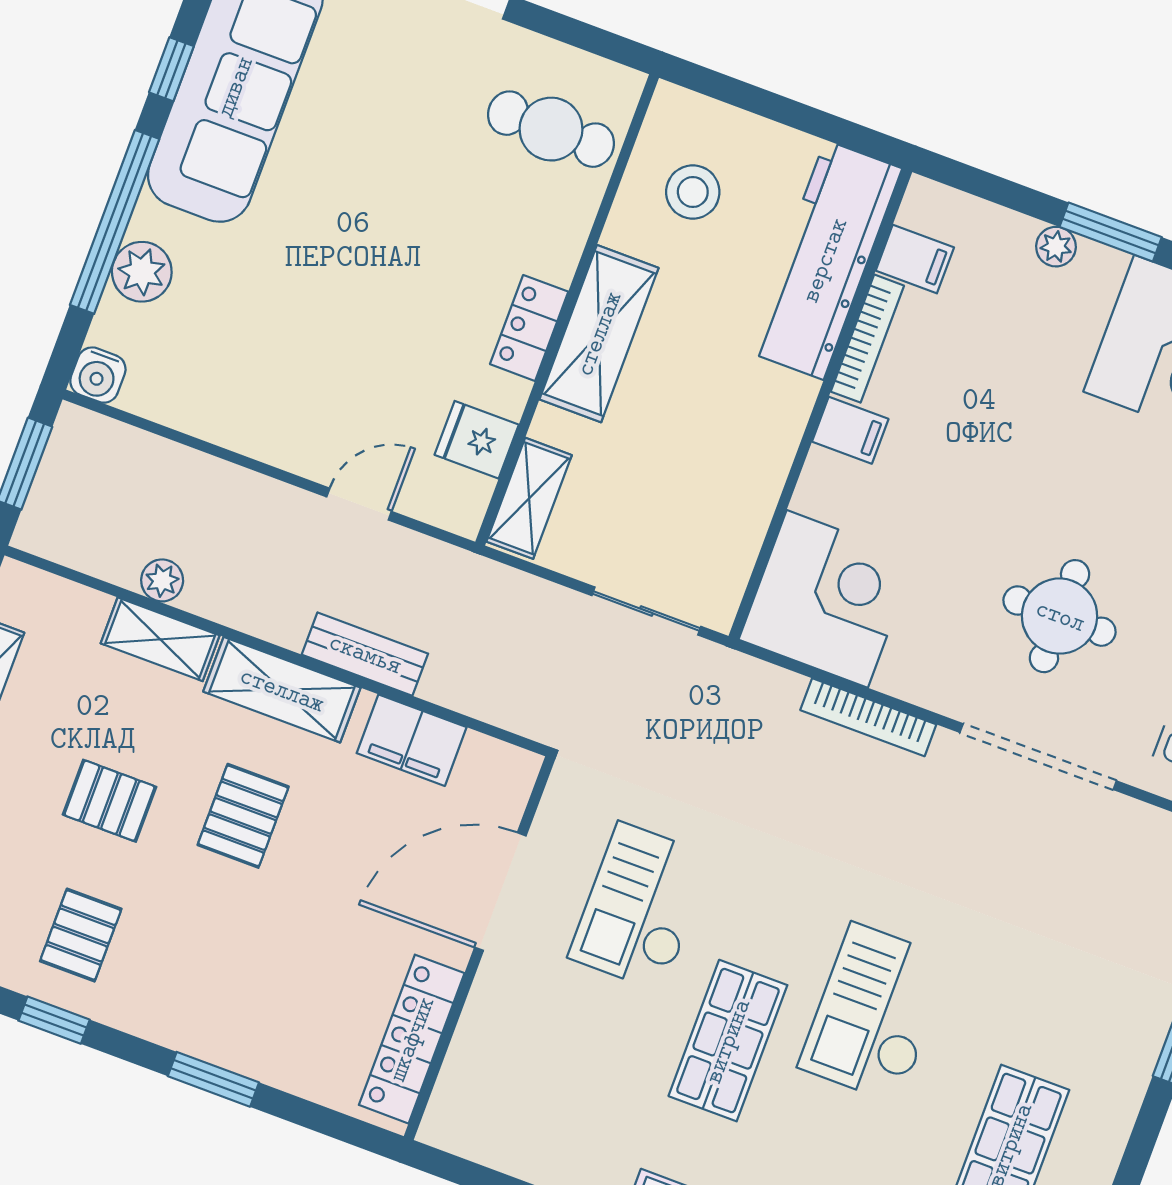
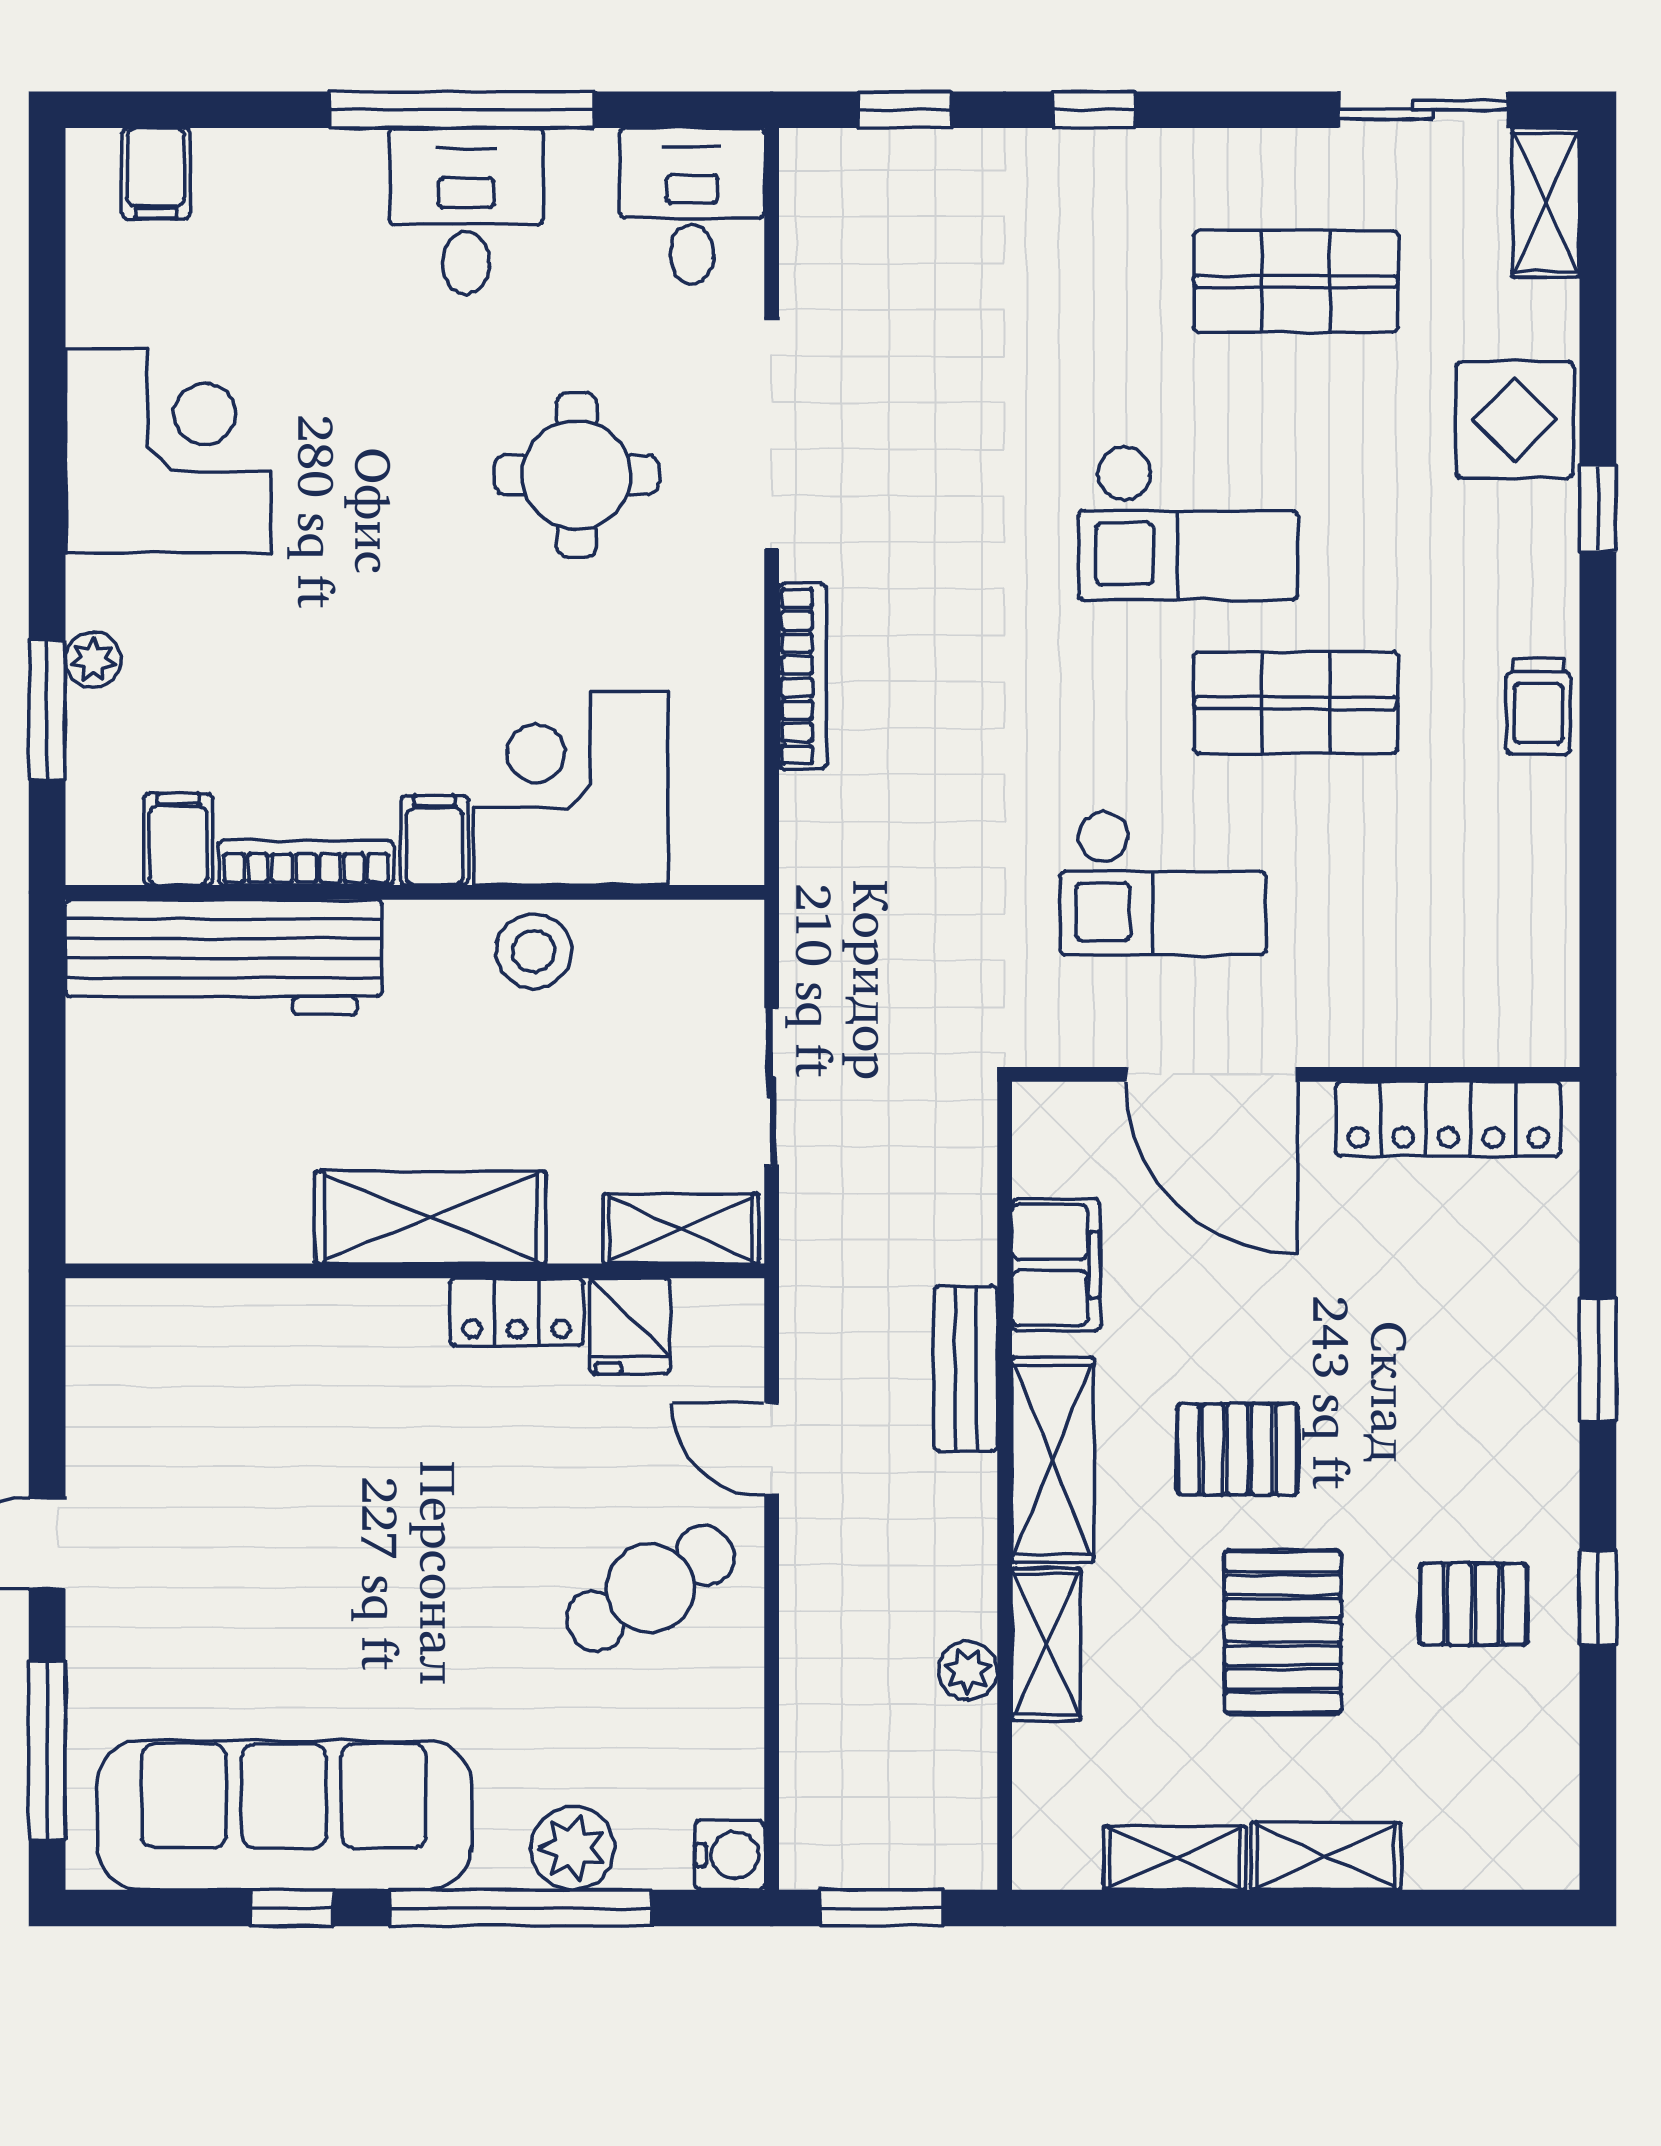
cafe table: (551, 129) -> (650, 1588), moved, turned 59
stool: (693, 192) -> (534, 951), moved
window: (1111, 232) -> (47, 710), moved
locker: (529, 328) -> (517, 1312), moved
corner desk: (827, 599) -> (571, 788), moved
sliding door: (646, 611) -> (772, 1087), moved
pallet: (110, 801) -> (1283, 1632), width x1.50, depth x1.42

